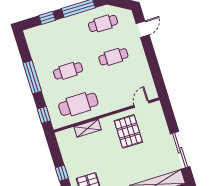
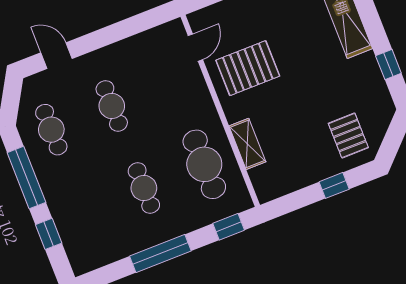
door: (141, 104) -> (195, 48), swing flipped

